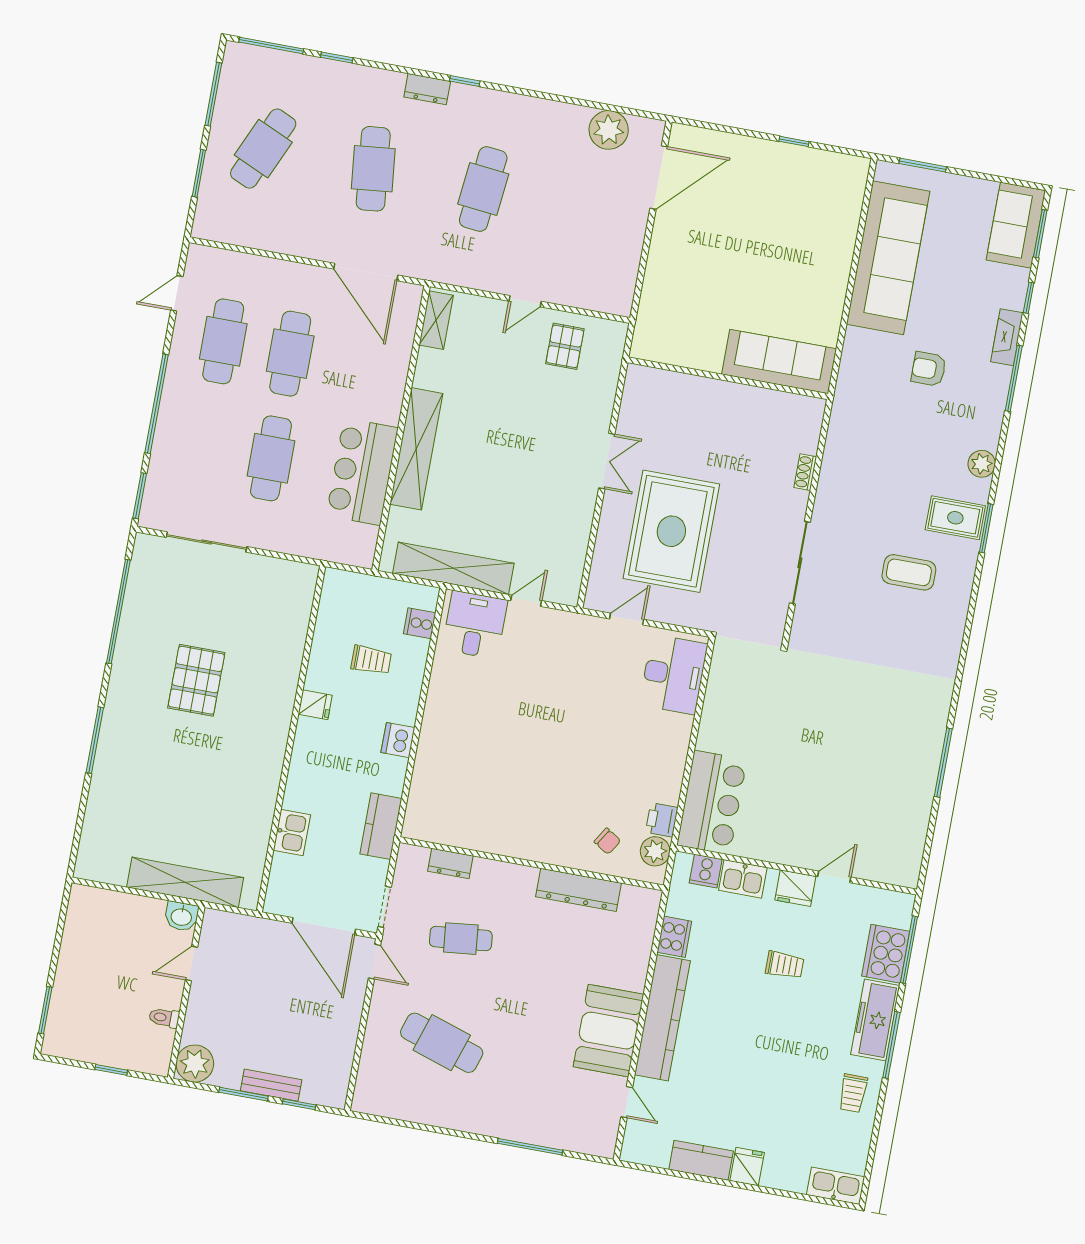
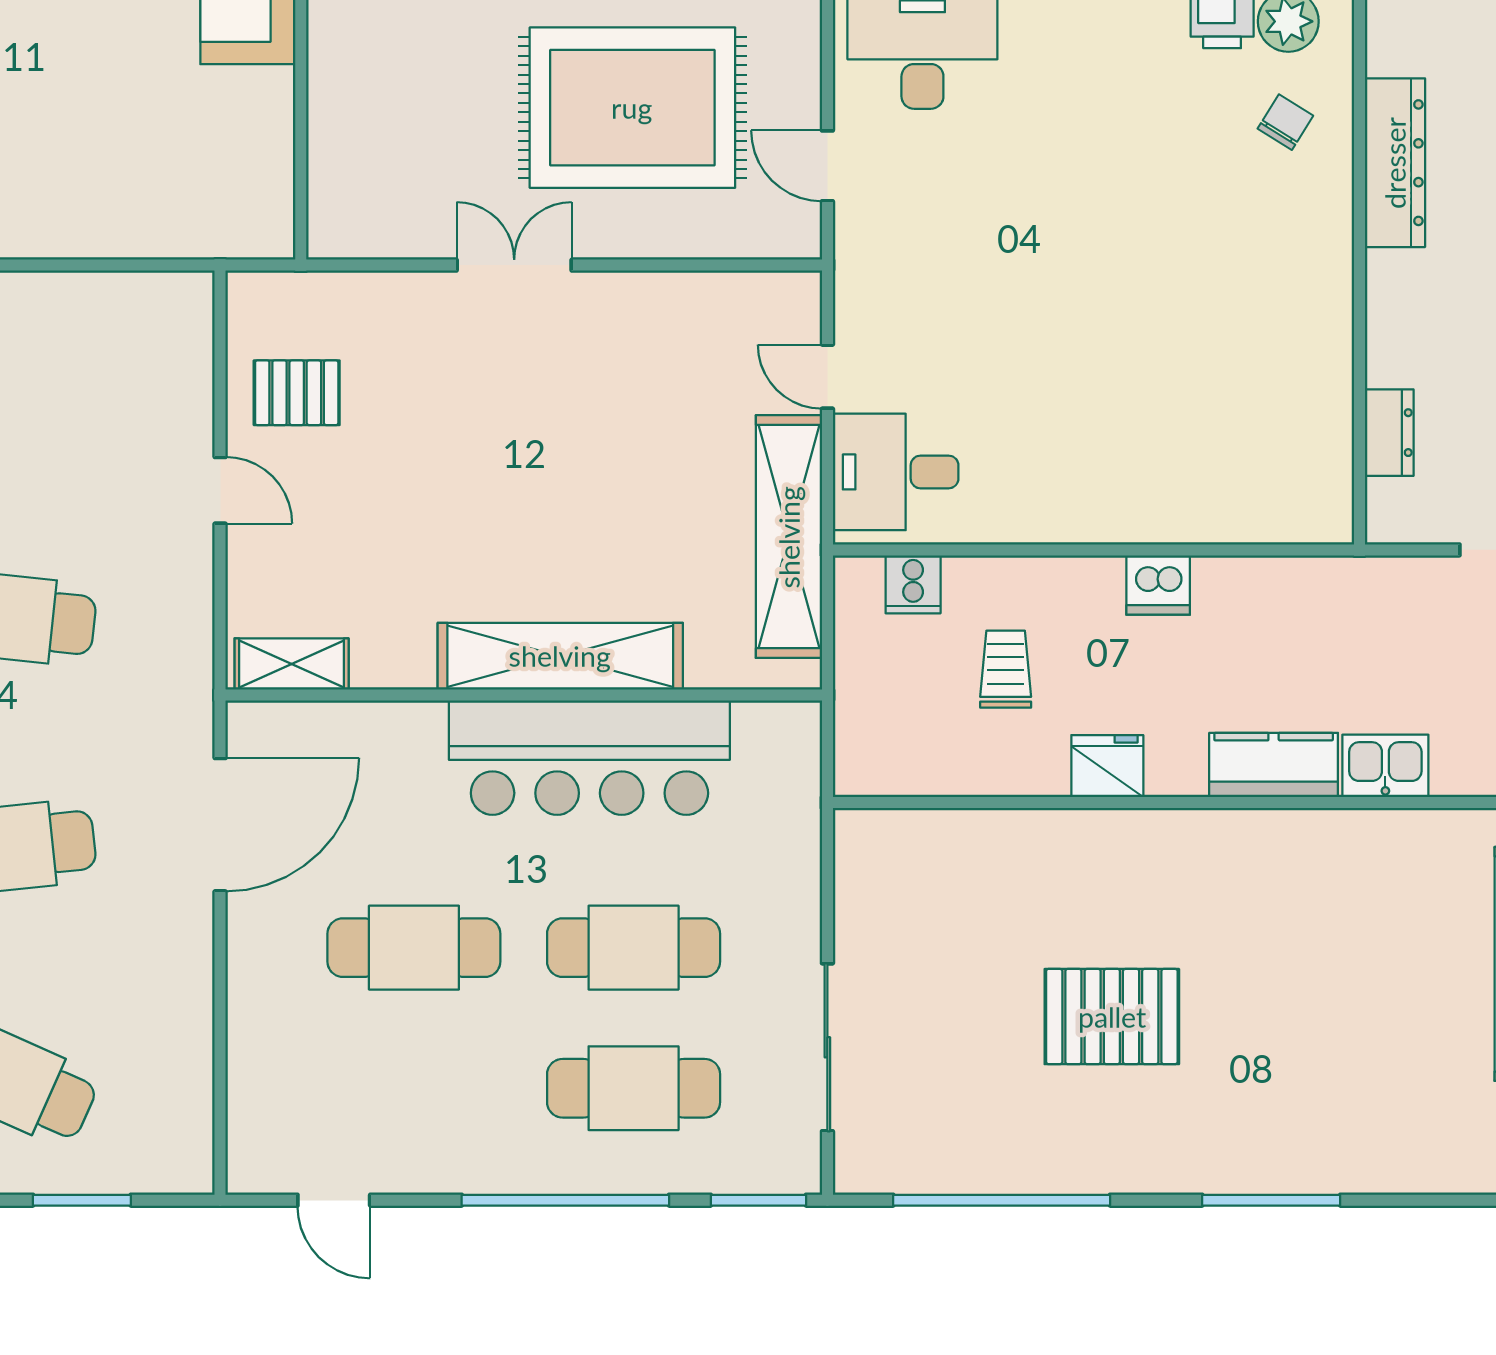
cafe table: (223, 341) -> (634, 1088), moved
bar counter: (362, 472) -> (589, 758), width x1.36
fridge: (315, 705) -> (1107, 766), width x1.38
kitchen counter: (381, 826) -> (1274, 765), moved, turned 180

